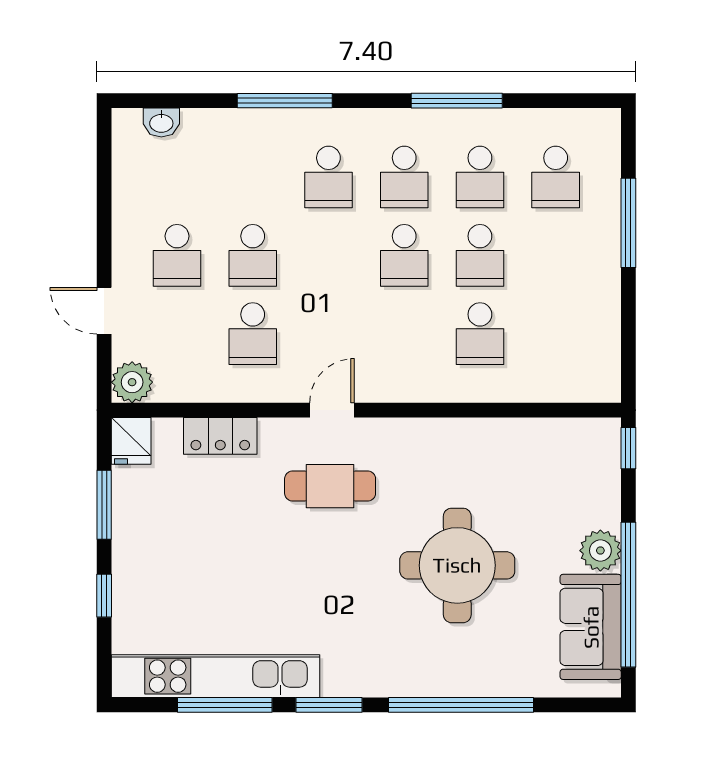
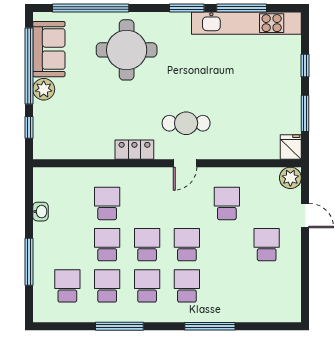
washbasin: (161, 122) -> (40, 212), moved, turned 90
school desk: (253, 255) -> (187, 245), moved
locker: (220, 436) -> (134, 150), moved
window: (628, 448) -> (29, 127), moved
round table: (457, 565) -> (127, 50), moved
window: (461, 705) -> (91, 8), moved

